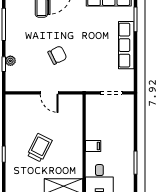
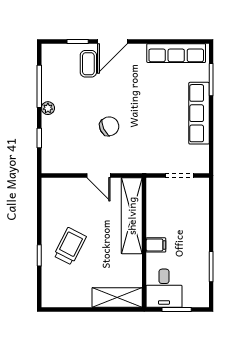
plant: (10, 61) -> (48, 108), moved
shelving: (75, 124) -> (132, 216), added
trolley: (39, 148) -> (70, 246), moved

